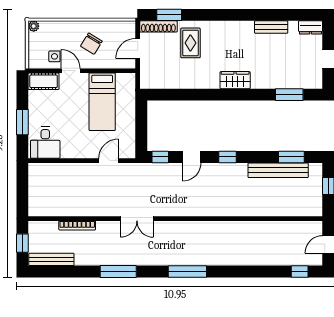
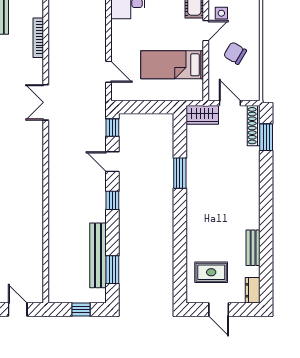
rug: (190, 43) -> (211, 272), moved
wardrobe: (235, 80) -> (202, 115), moved, turned 90
window: (289, 95) -> (180, 173), moved

